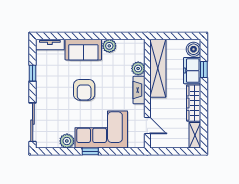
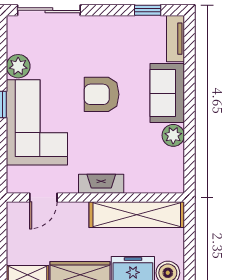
plant: (138, 68) -> (136, 182), removed
window: (33, 73) -> (148, 10), moved

